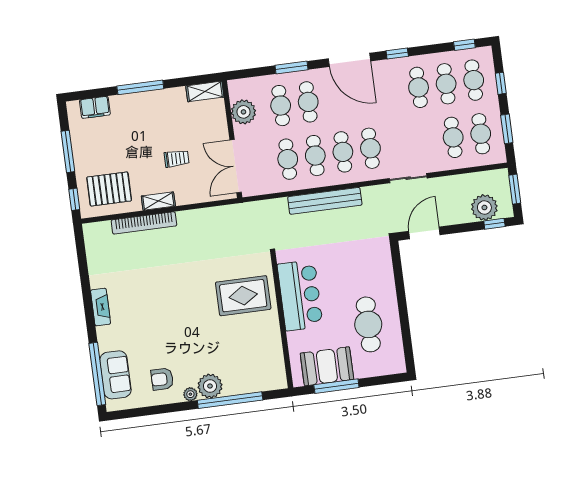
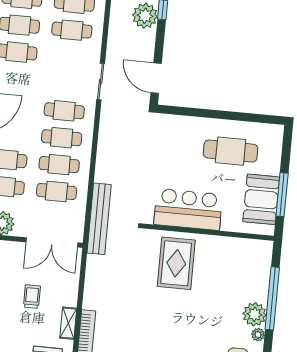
bench: (325, 201) -> (99, 219), moved

